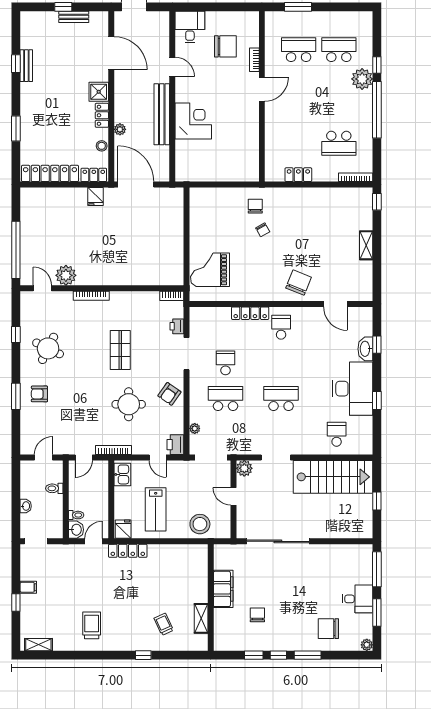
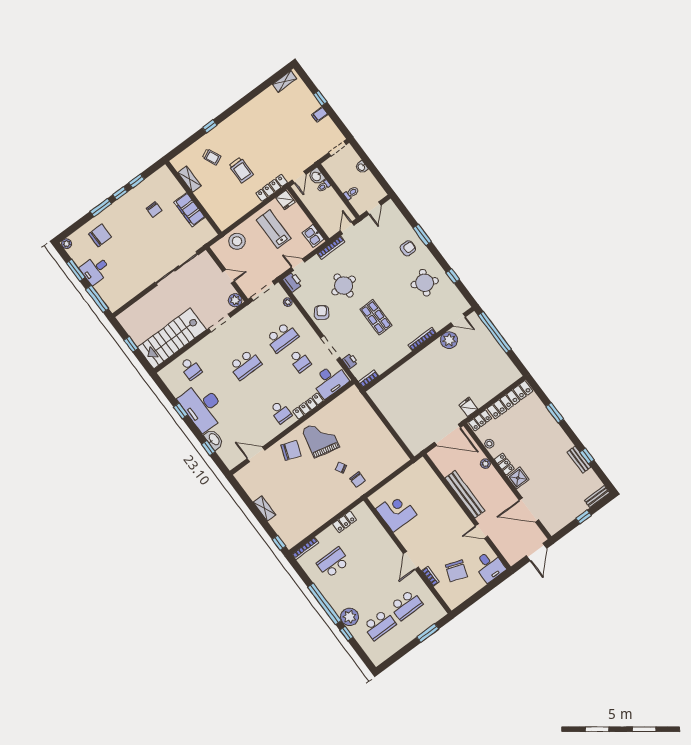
bench: (74, 17) -> (597, 497), moved
chair: (225, 46) -> (456, 571), turned -71
corner desk: (193, 121) -> (396, 512), moved, turned 180
grand piano: (210, 270) -> (321, 438), moved, turned -77
chair: (299, 283) -> (291, 450), turned -92
desk: (211, 322) -> (330, 381), added
trolley: (92, 625) -> (241, 170), moved

